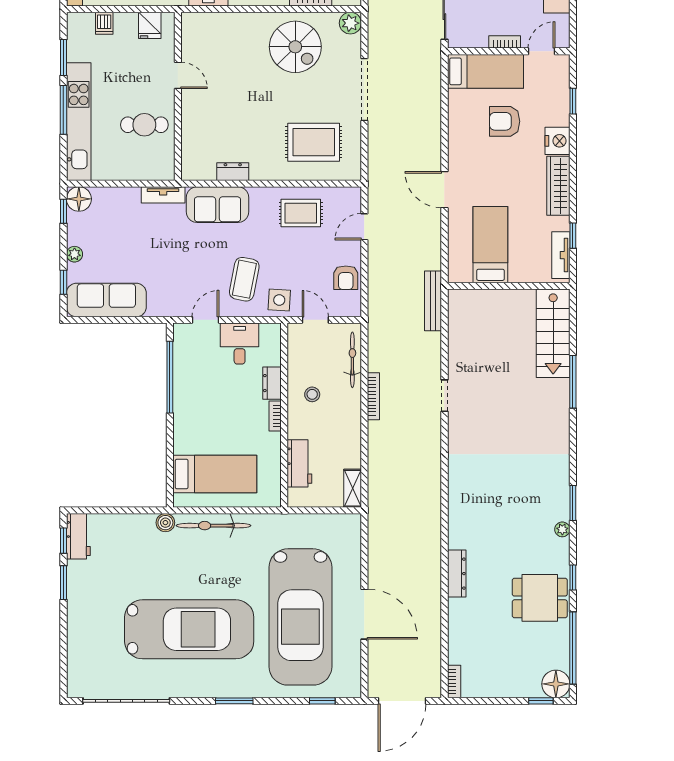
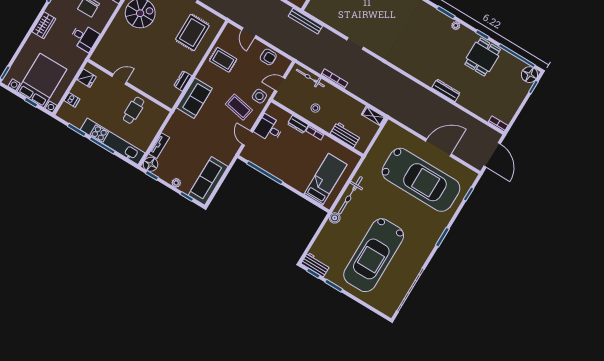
tv unit: (163, 195) -> (159, 146), moved
rug: (301, 213) -> (223, 60), turned 90
car: (189, 629) -> (374, 255), moved, turned 180

